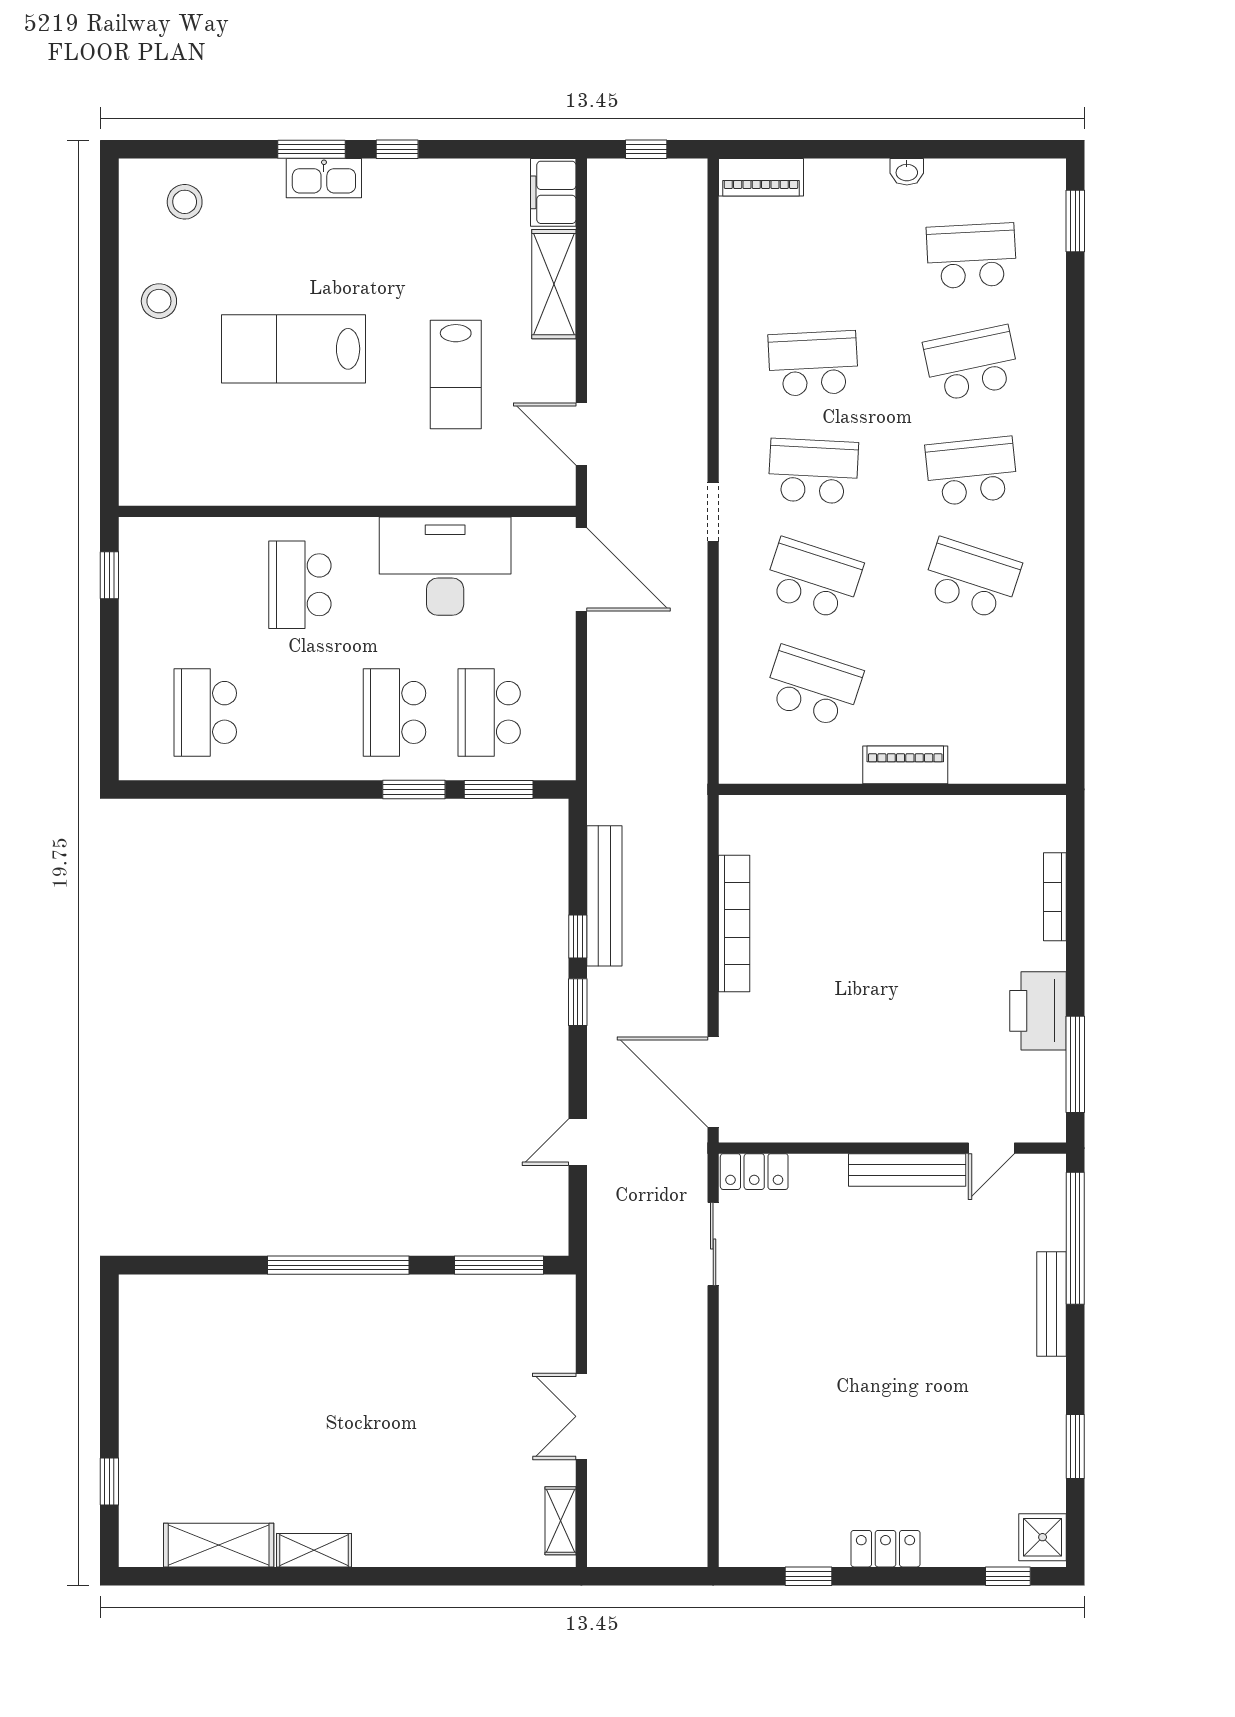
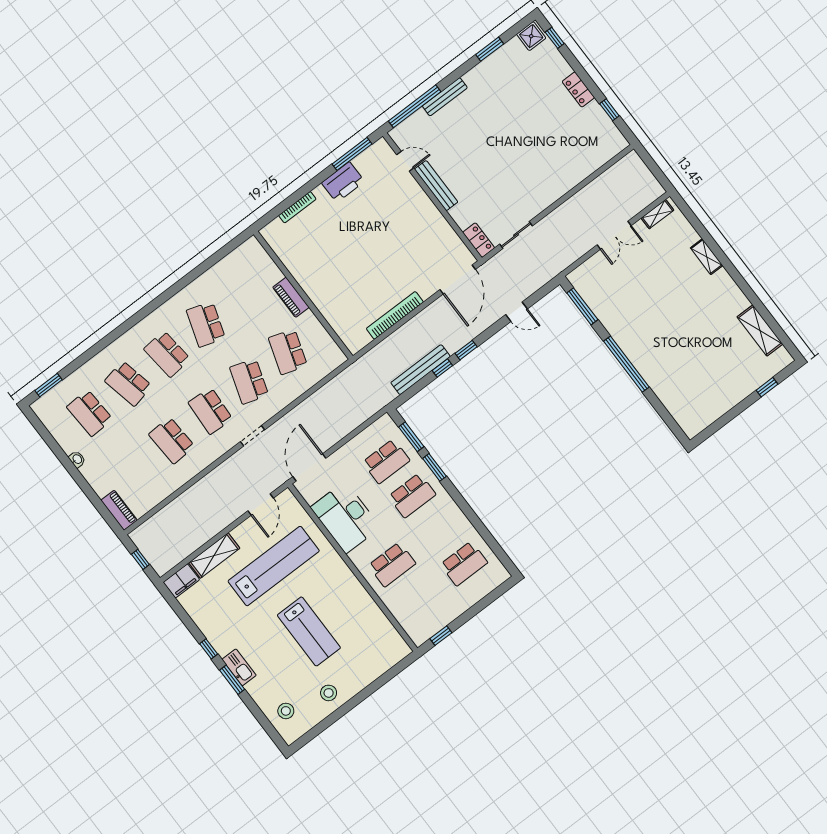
lab bench: (456, 375) -> (274, 566), width x1.86, depth x1.39
shelving: (314, 1550) -> (707, 257), moved

